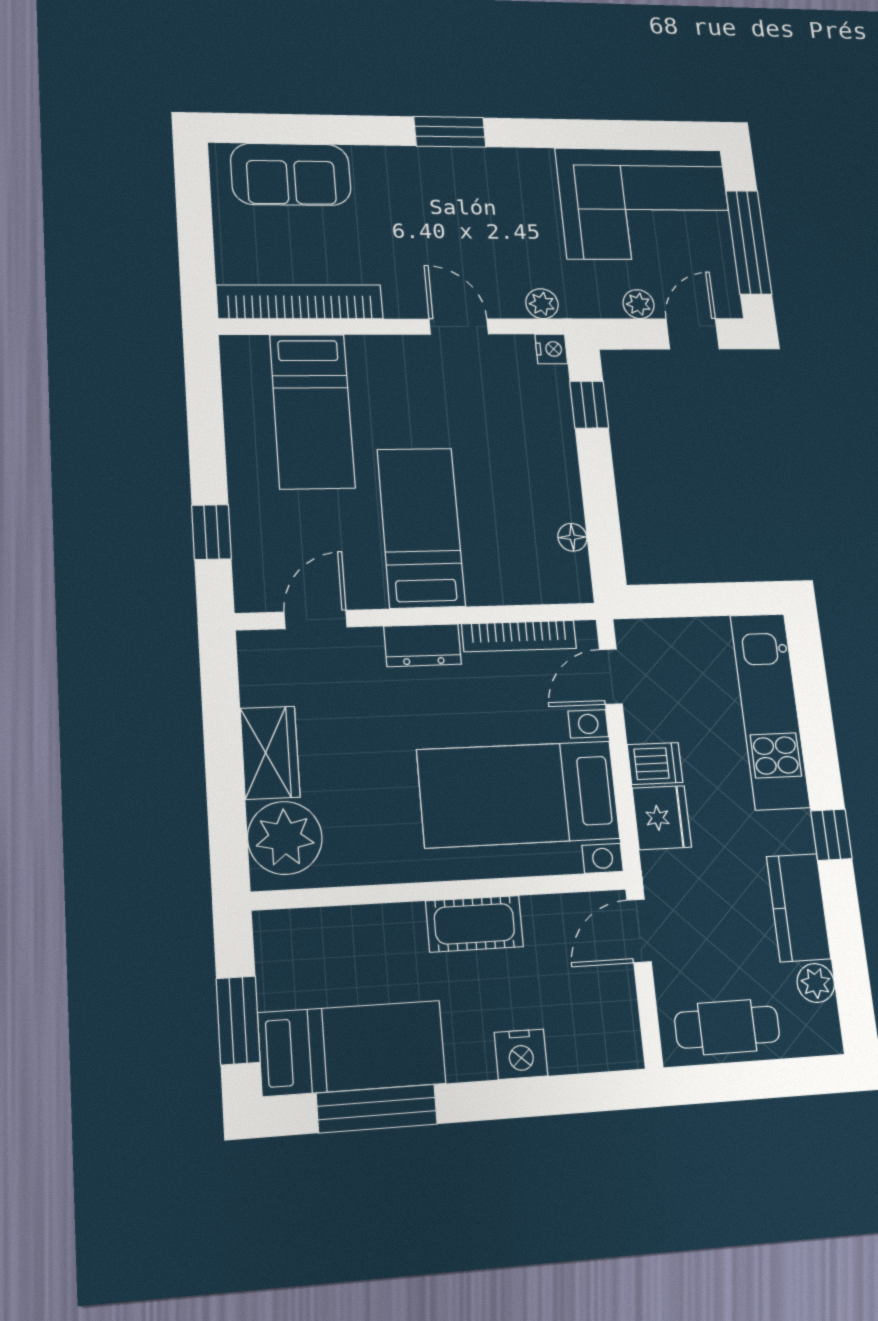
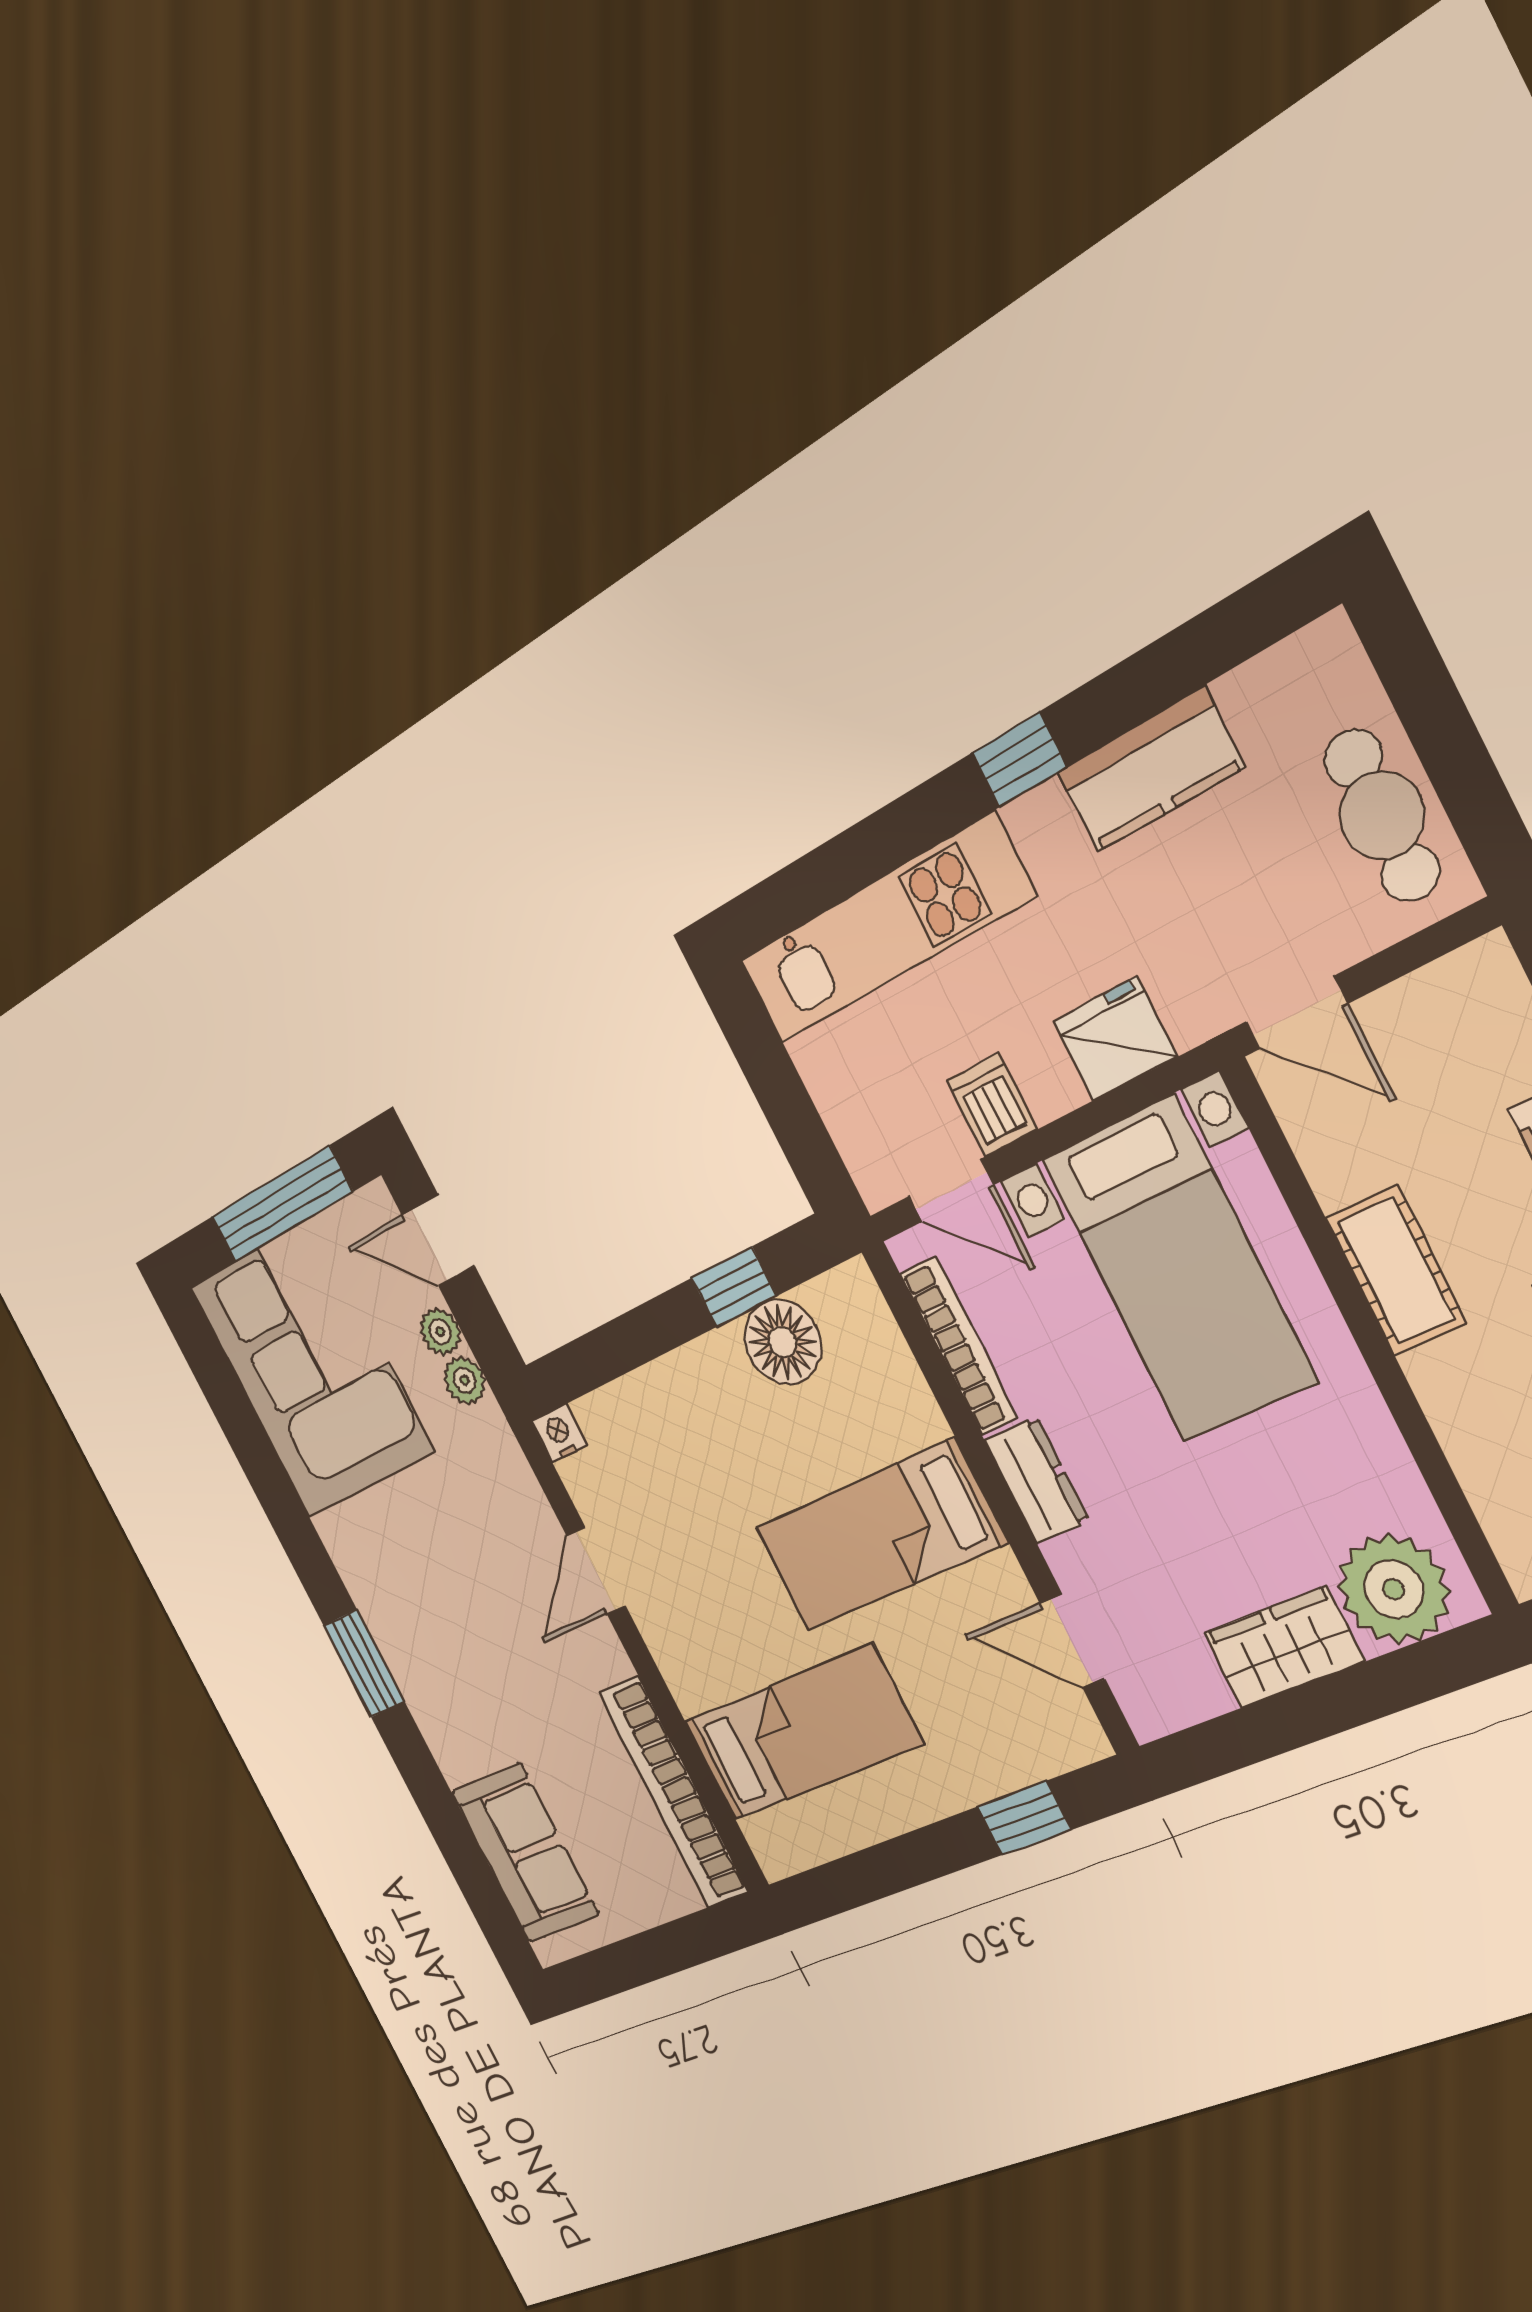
plant: (542, 304) -> (465, 1380), moved
window: (589, 405) -> (734, 1287), moved
floor lamp: (572, 537) -> (783, 1342), width x1.89, depth x1.89
dishwasher: (655, 763) -> (992, 1105), moved
plant: (816, 983) -> (1252, 695), removed

